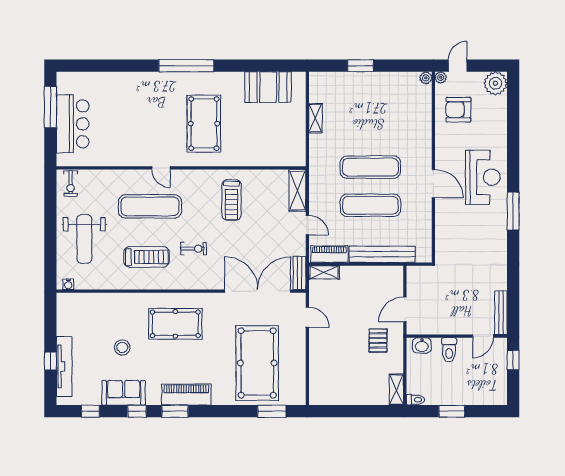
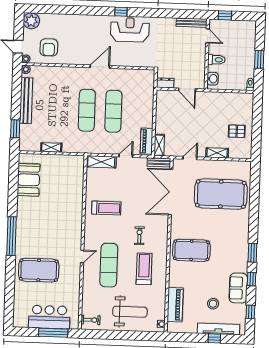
window: (360, 66) -> (15, 129), moved
window: (50, 107) -> (53, 333), moved
pool table: (204, 124) -> (39, 270), moved
reception desk: (483, 177) -> (130, 30), moved
window: (513, 211) -> (121, 12), width x0.46
bench: (382, 254) -> (26, 101), moved
dresser: (413, 278) -> (165, 83), added
pool table: (175, 324) -> (191, 250), turned 90
pallet: (378, 340) -> (237, 131), moved
stool: (122, 347) -> (213, 304), moved
shelving: (396, 390) -> (217, 153), moved
piano: (186, 395) -> (175, 305), moved, turned 180
window: (272, 411) -> (255, 185), removed

